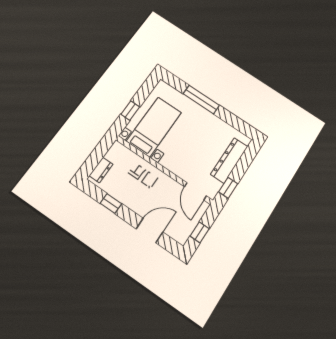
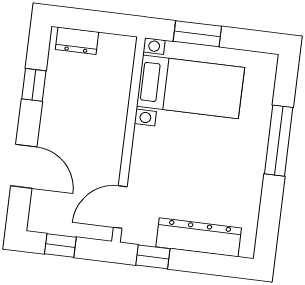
window: (130, 111) -> (197, 34), width x1.50

